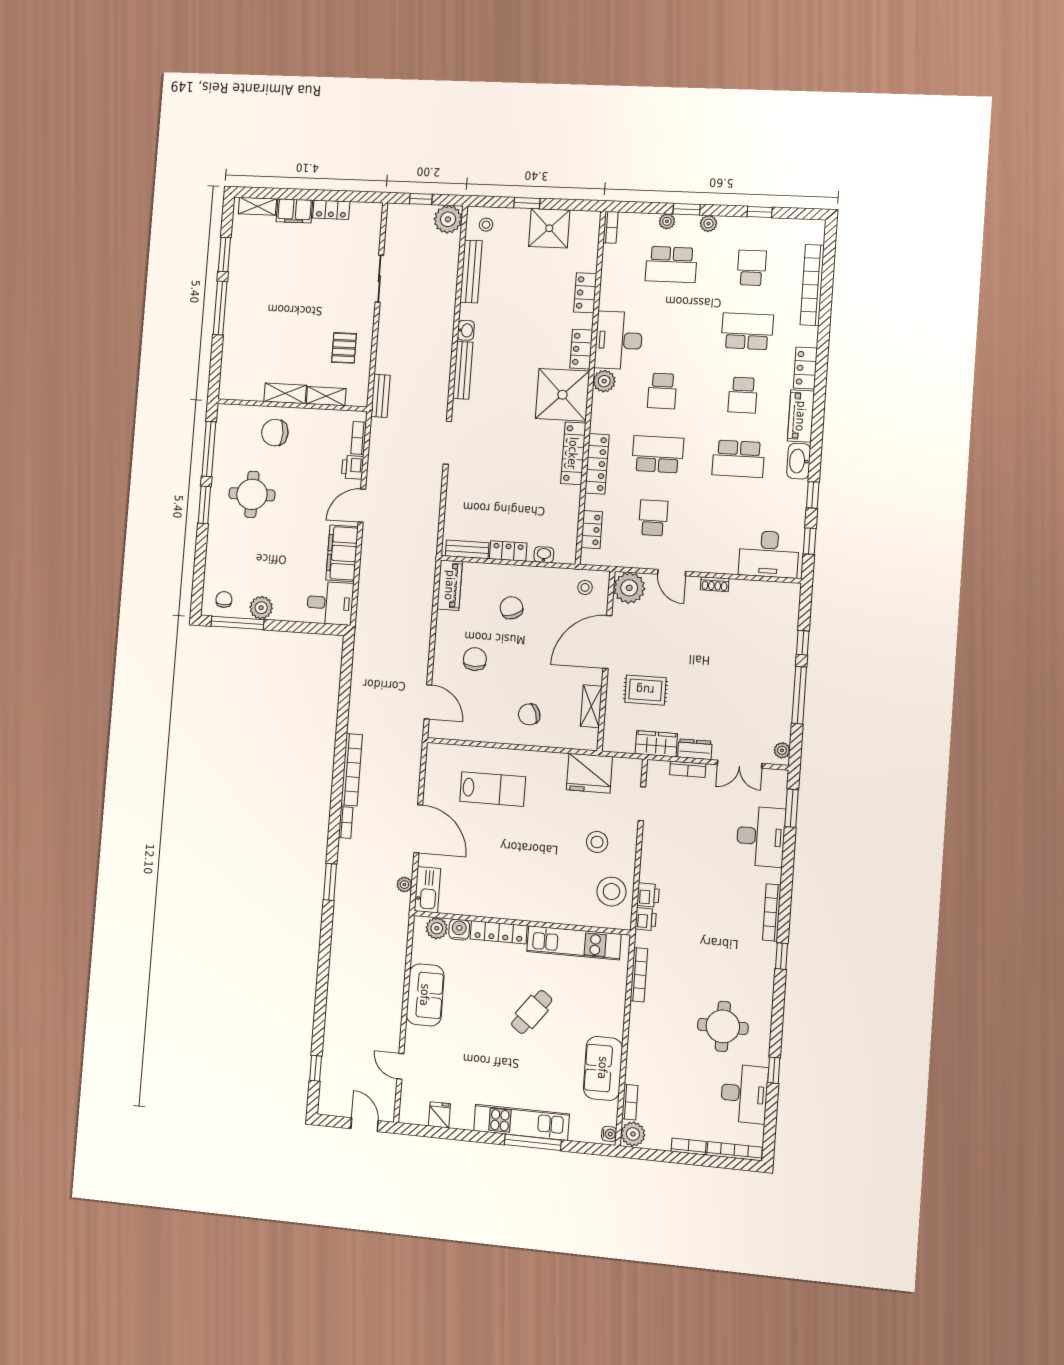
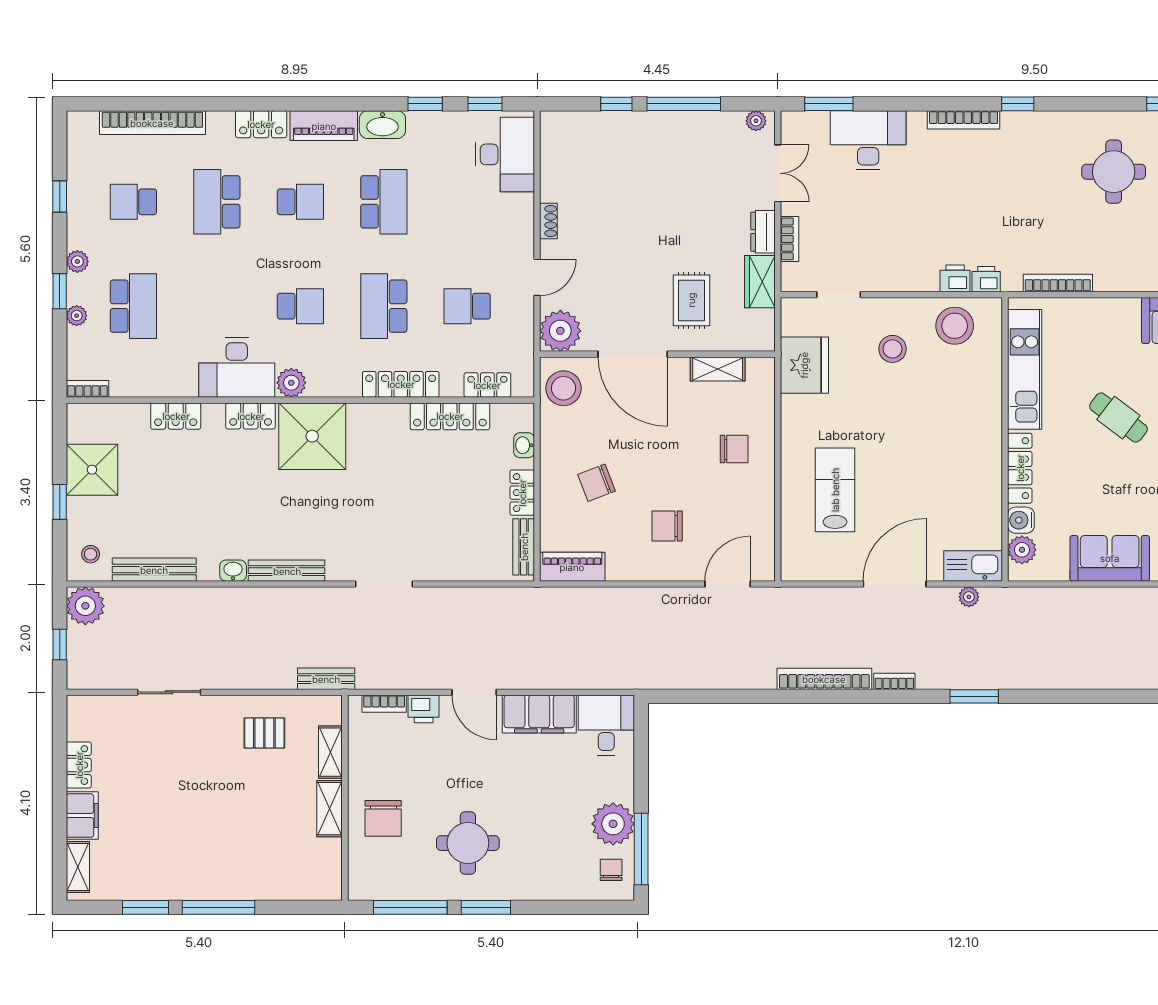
locker: (573, 453) -> (450, 416), moved
stool: (585, 587) -> (563, 388), width x1.89, depth x1.89
chair: (224, 599) -> (611, 870), turned 90
plant: (261, 608) -> (613, 824), width x1.36, depth x1.36
chair: (529, 714) -> (734, 449), turned -71

